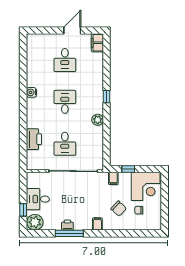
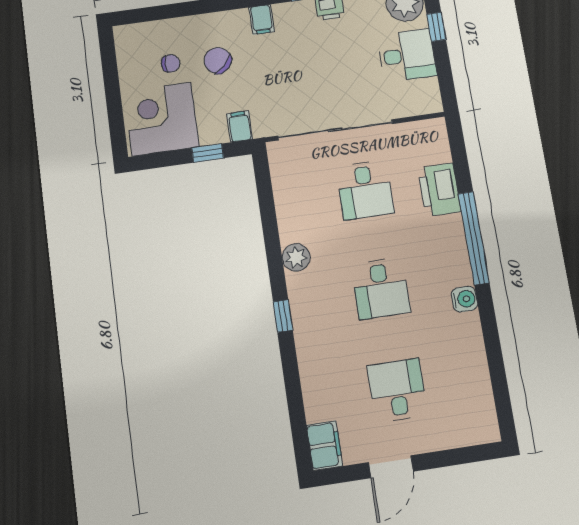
window: (23, 117) -> (474, 238), added
desk: (65, 144) -> (365, 190), turned 180

